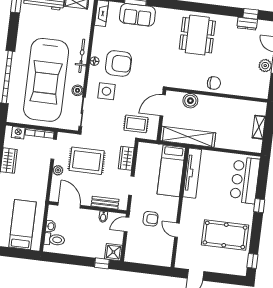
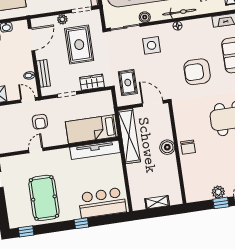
armchair: (118, 63) -> (197, 72), moved, turned 90
boiler: (190, 101) -> (167, 147), moved

